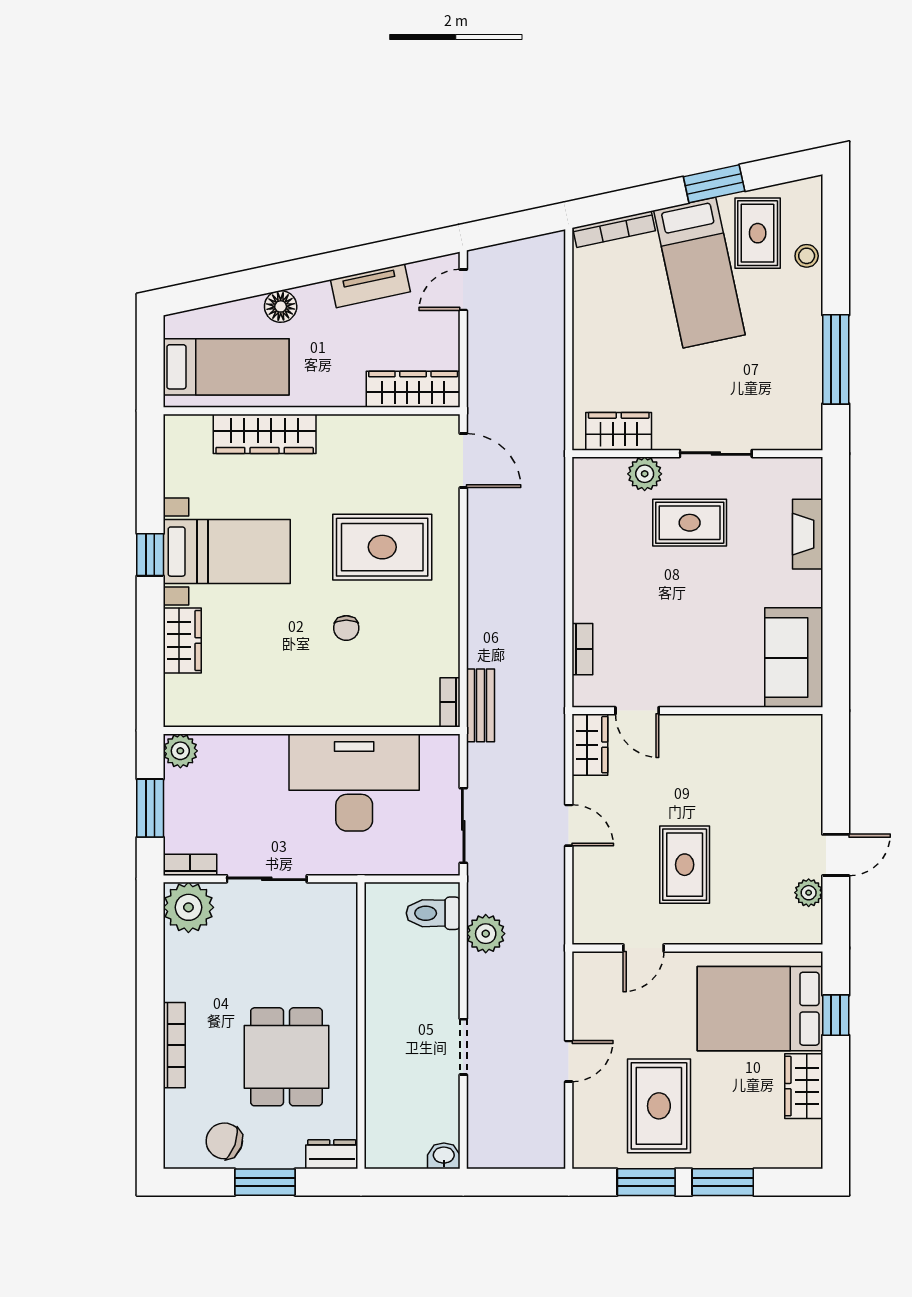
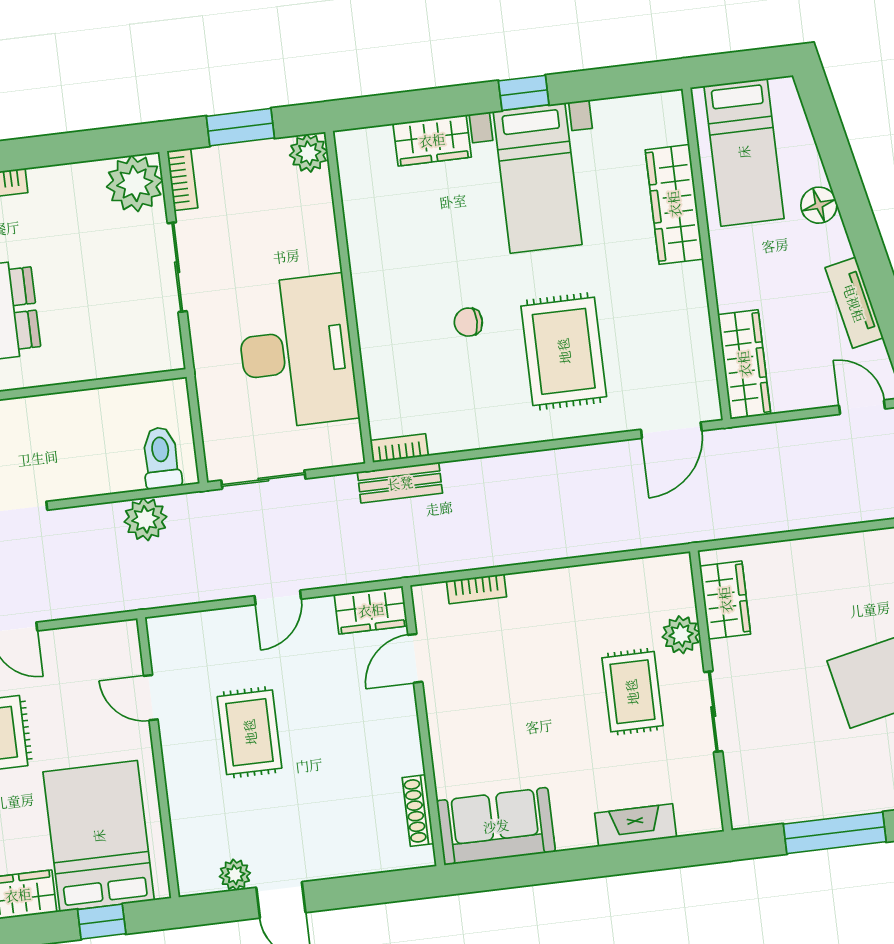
shoe rack: (772, 724) -> (418, 811), added
rug: (685, 865) -> (250, 732), turned 90

